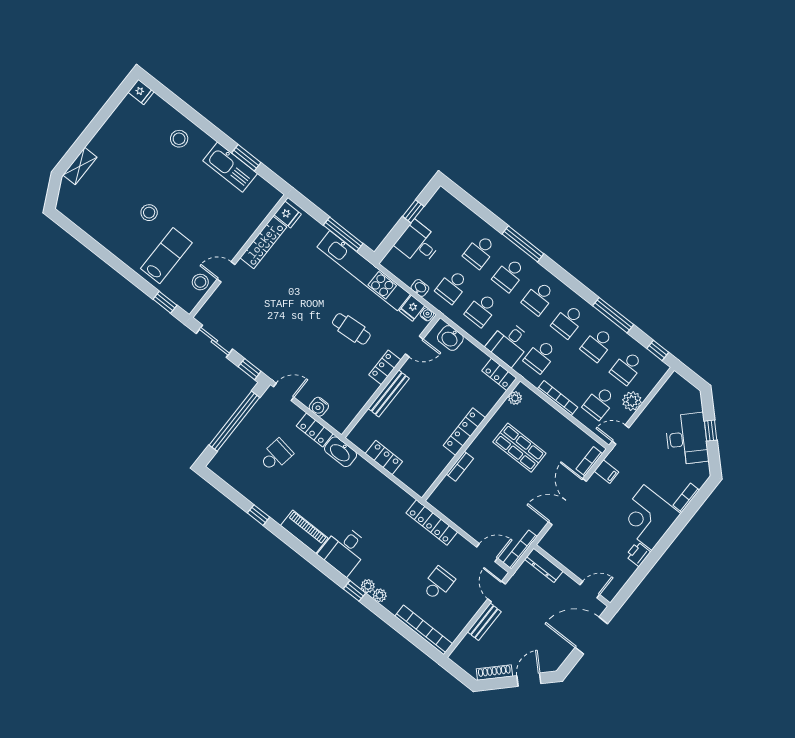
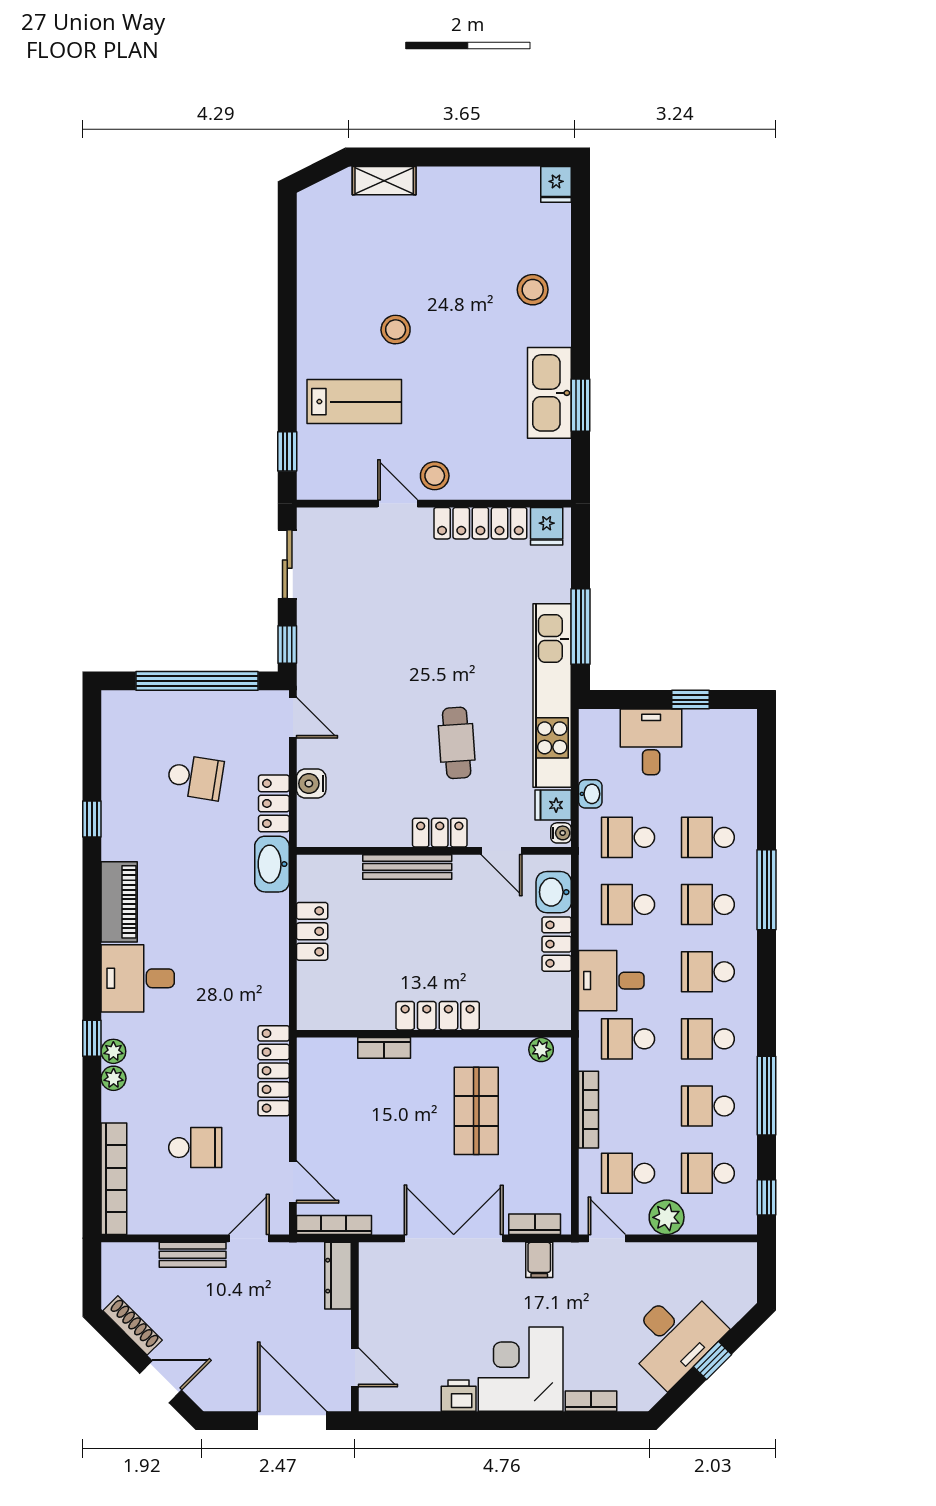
stool: (200, 282) -> (435, 476), moved
locker: (499, 374) -> (557, 944), moved

